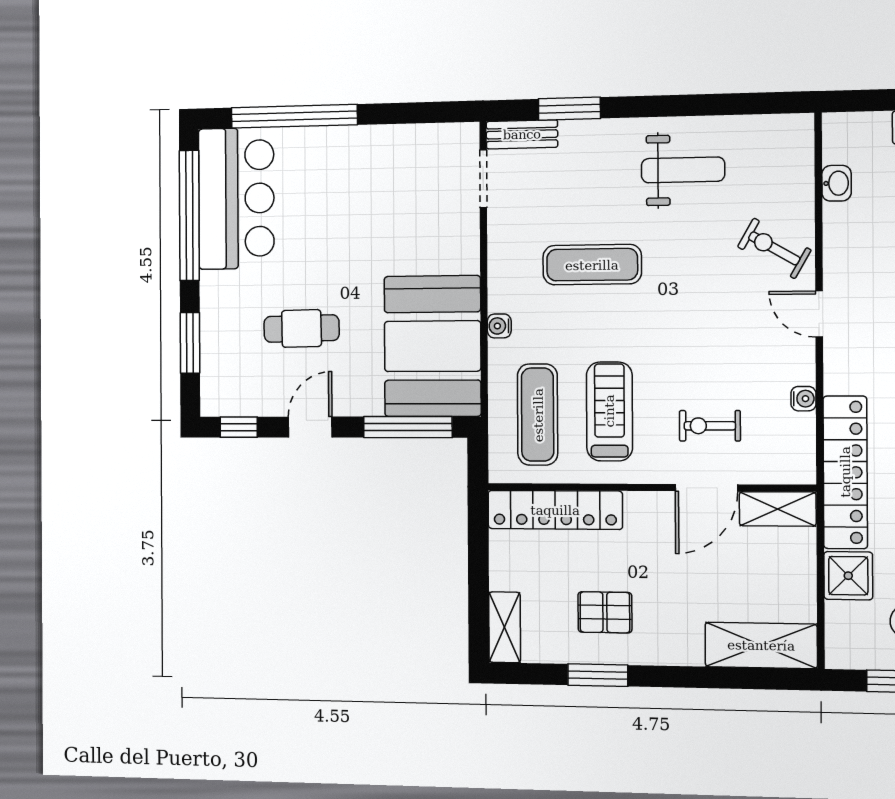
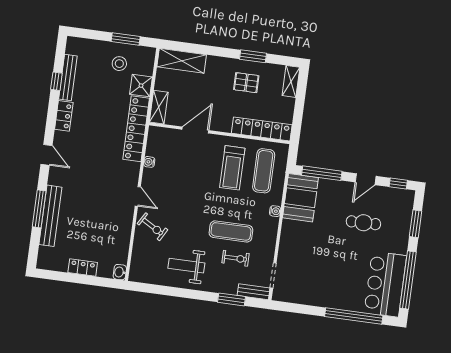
washbasin: (837, 183) -> (120, 272), moved
booth: (433, 346) -> (300, 198), width x0.73, depth x0.70
exercise bike: (710, 426) -> (236, 258), moved
shelving: (778, 509) -> (159, 107), moved, turned 90

